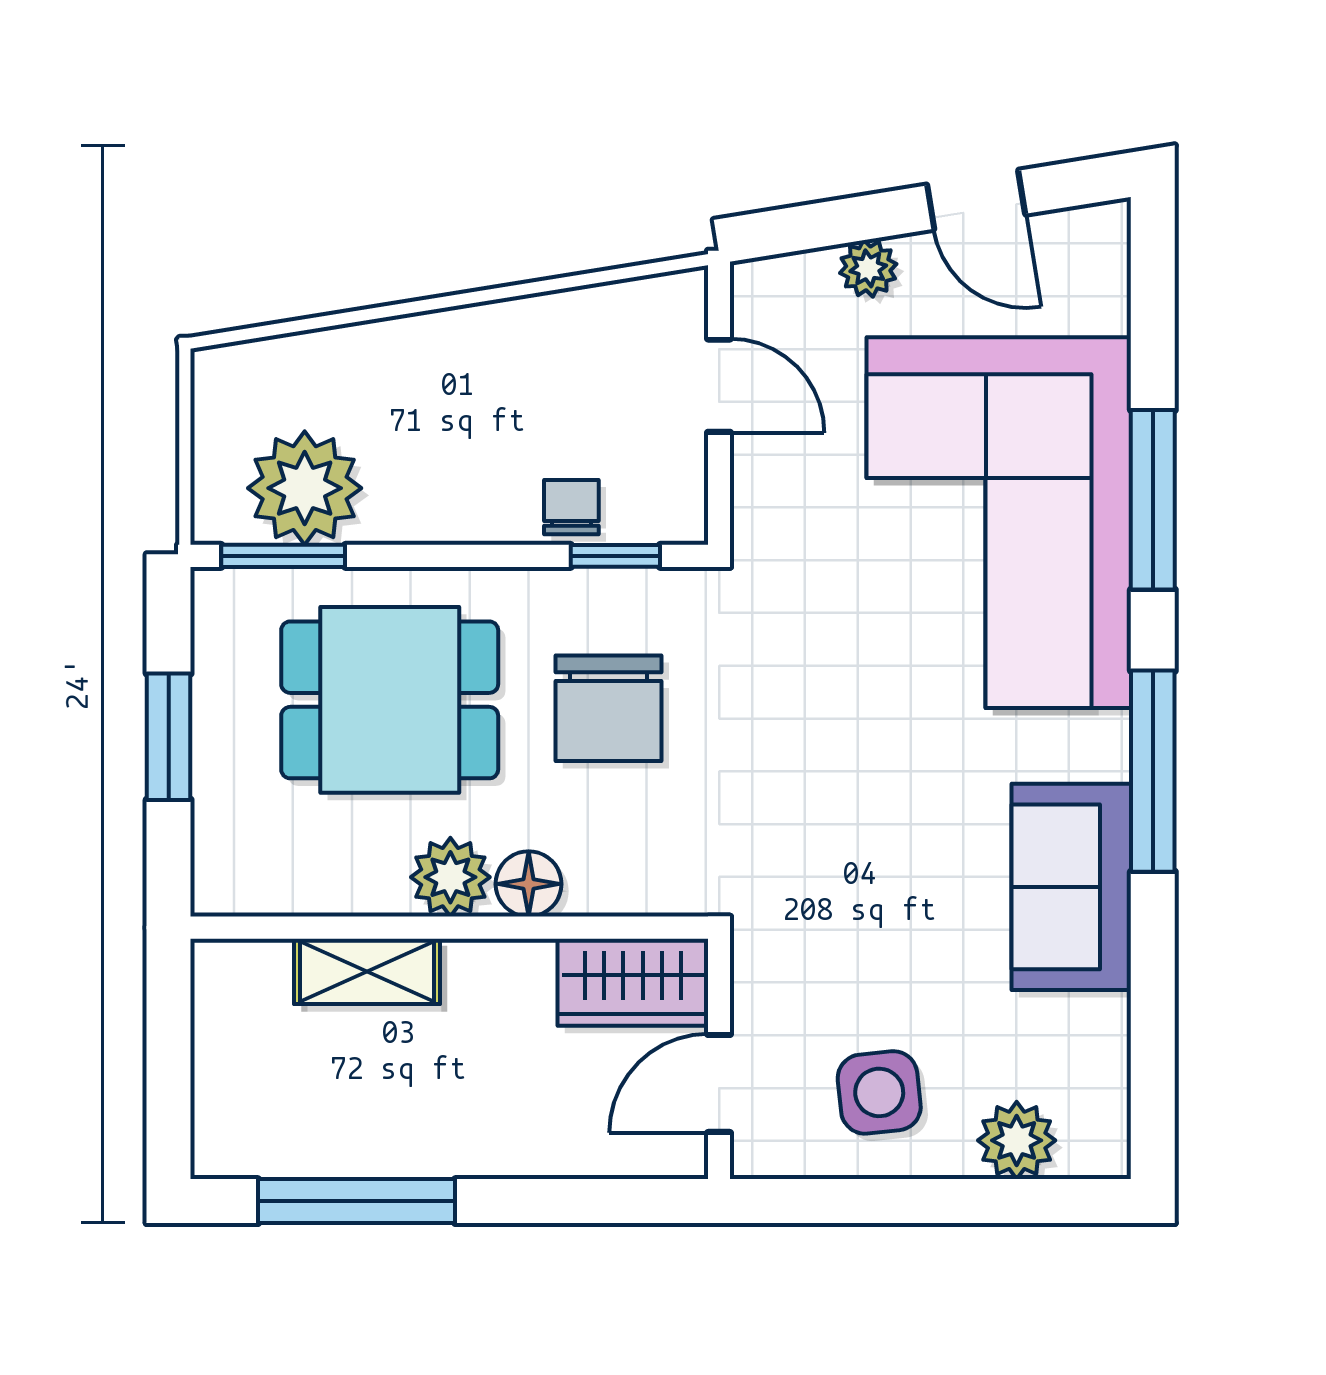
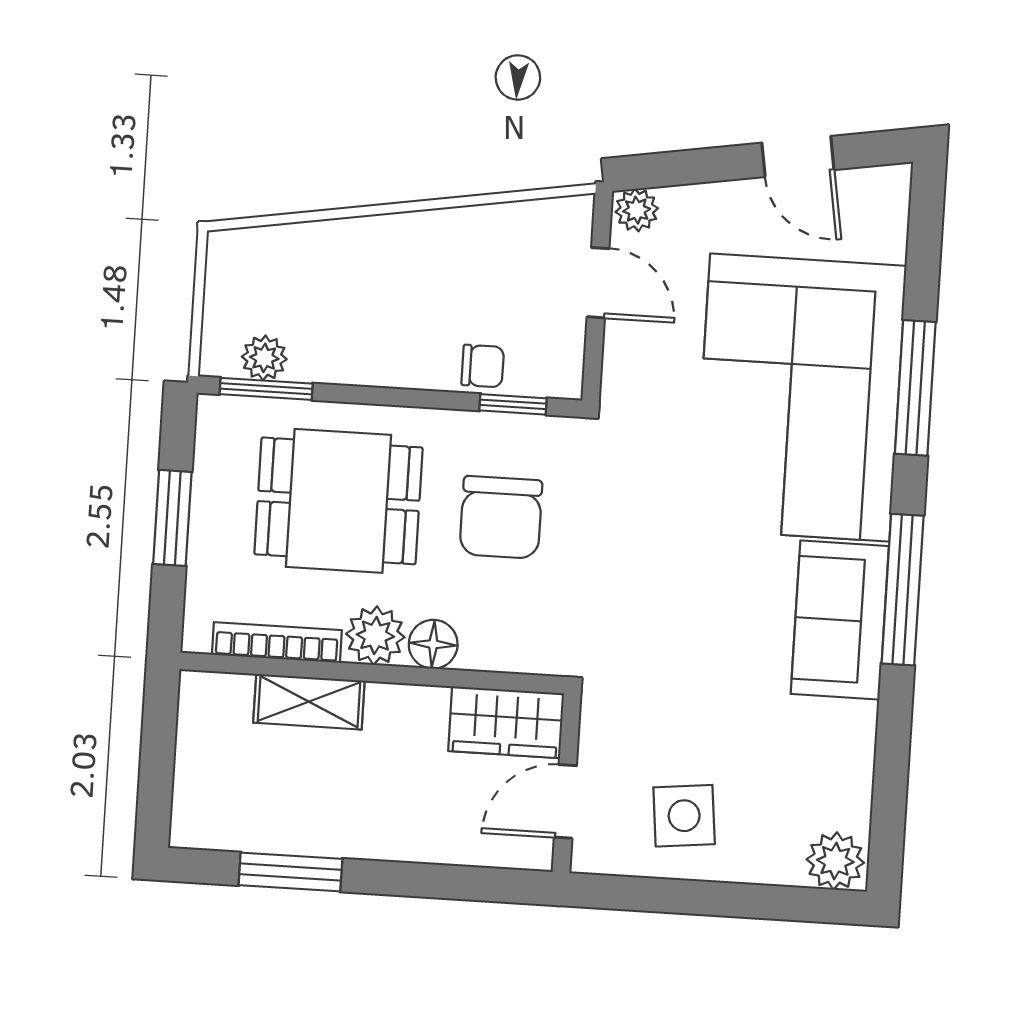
plant: (868, 268) -> (637, 210), moved
plant: (305, 488) -> (264, 358), width x0.53, depth x0.53
chair: (571, 507) -> (483, 366), turned 90
sofa: (1071, 887) -> (840, 620), moved
bookcase: (319, 895) -> (277, 642), added
plant: (1017, 1140) -> (835, 861), moved
window: (357, 1201) -> (290, 872), width x0.69

